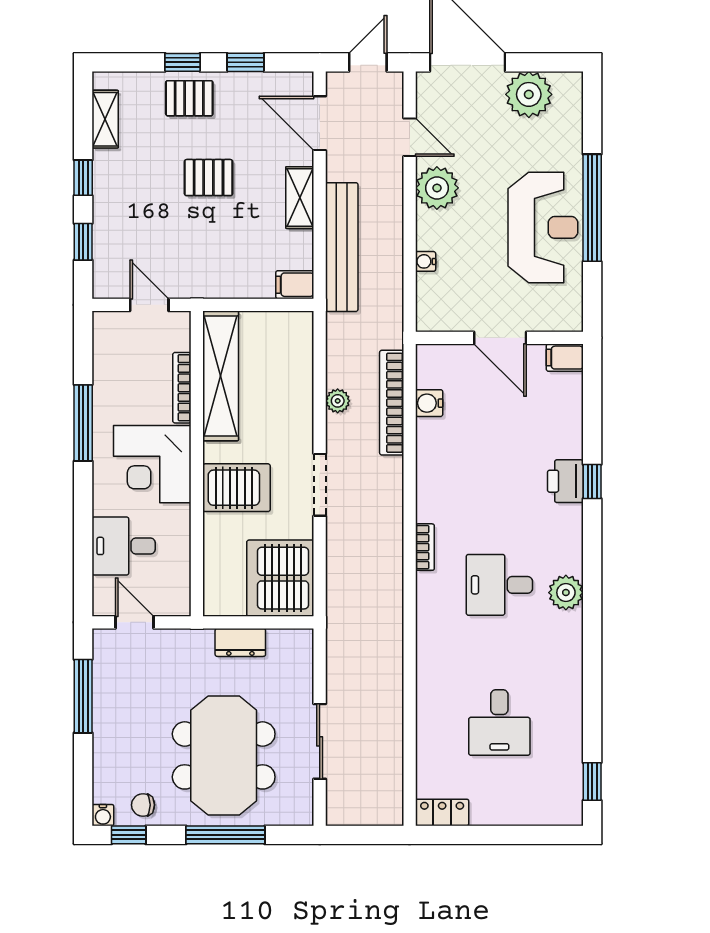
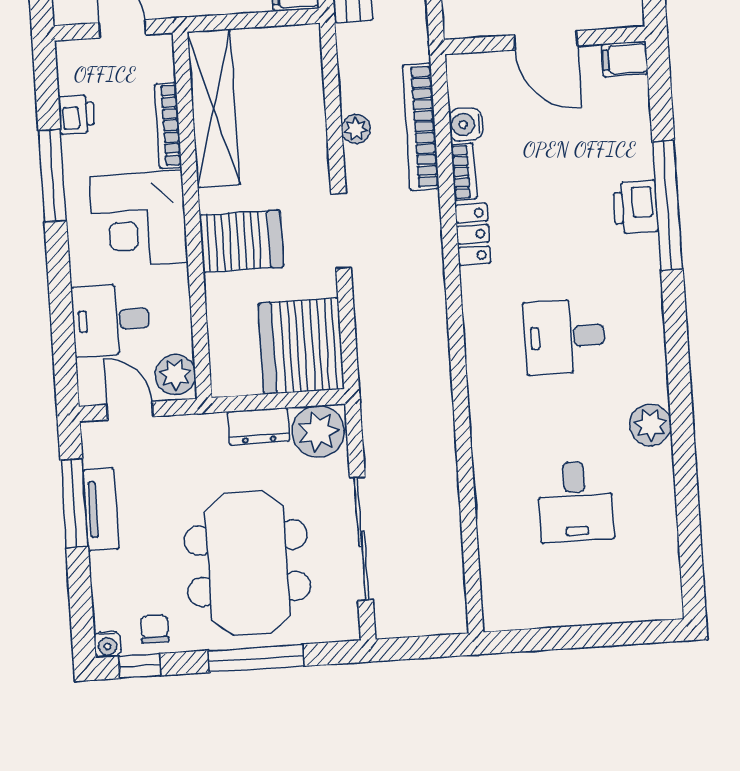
printer: (106, 373) -> (76, 114), added
window: (592, 482) -> (668, 205), width x3.17
bookcase: (425, 547) -> (464, 172), moved
plant: (566, 593) -> (650, 425), moved
plant: (174, 595) -> (175, 375), added
plant: (290, 650) -> (318, 431), added
tv unit: (105, 703) -> (101, 509), added
sliding door: (320, 741) -> (361, 539), width x1.37
window: (592, 781) -> (691, 565), removed
chair: (143, 805) -> (155, 629), turned 90
locker: (442, 812) -> (473, 234), moved, turned 90

